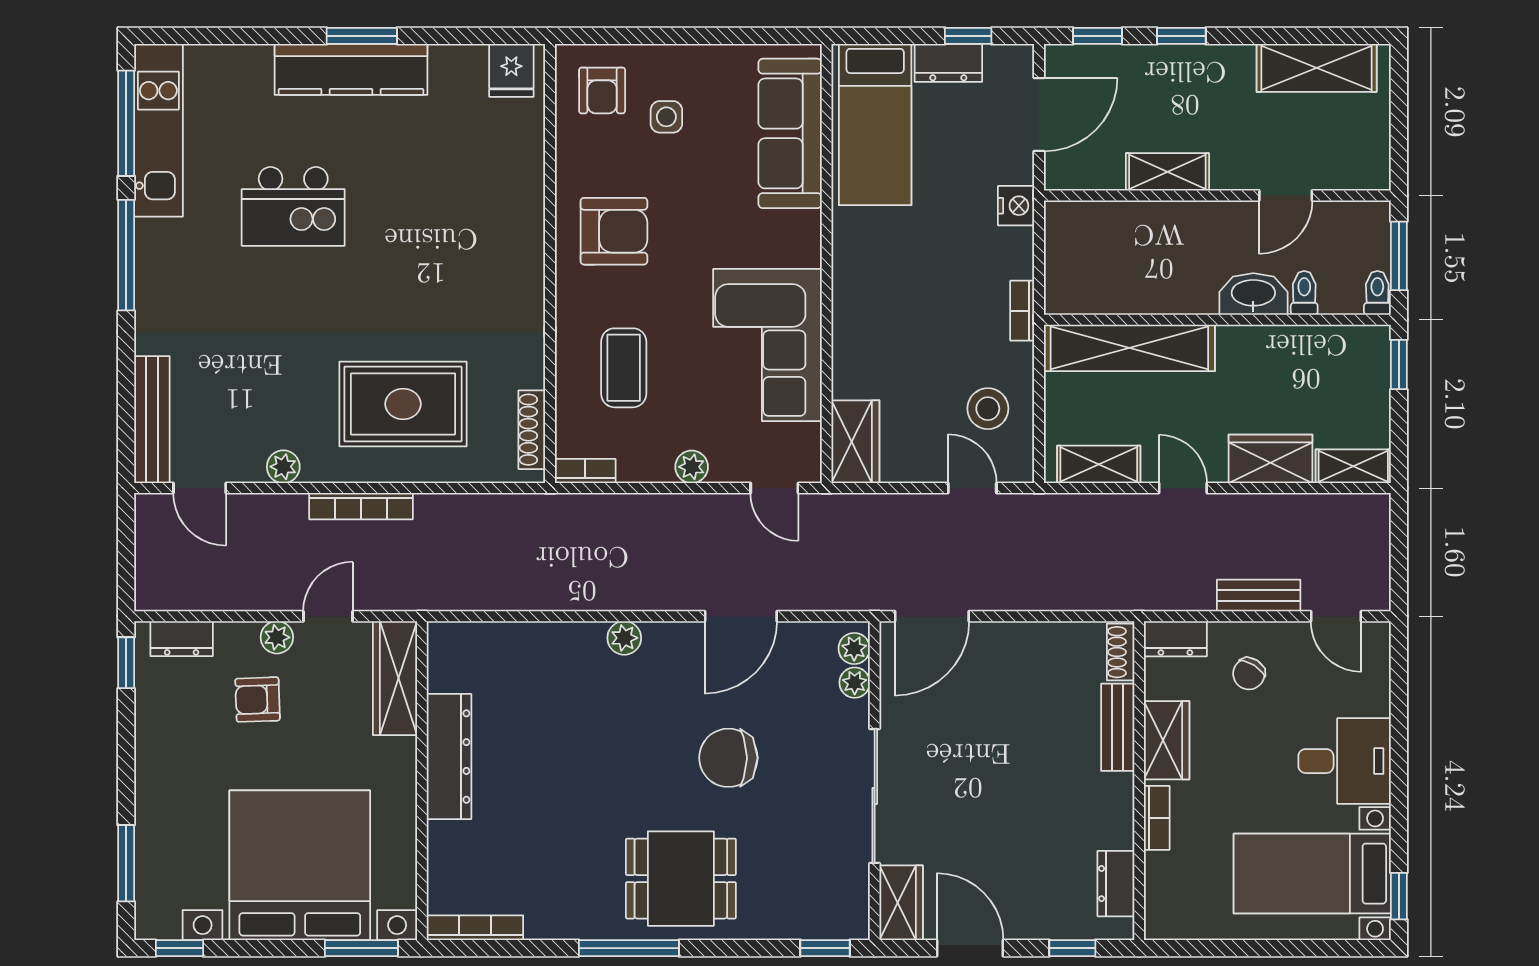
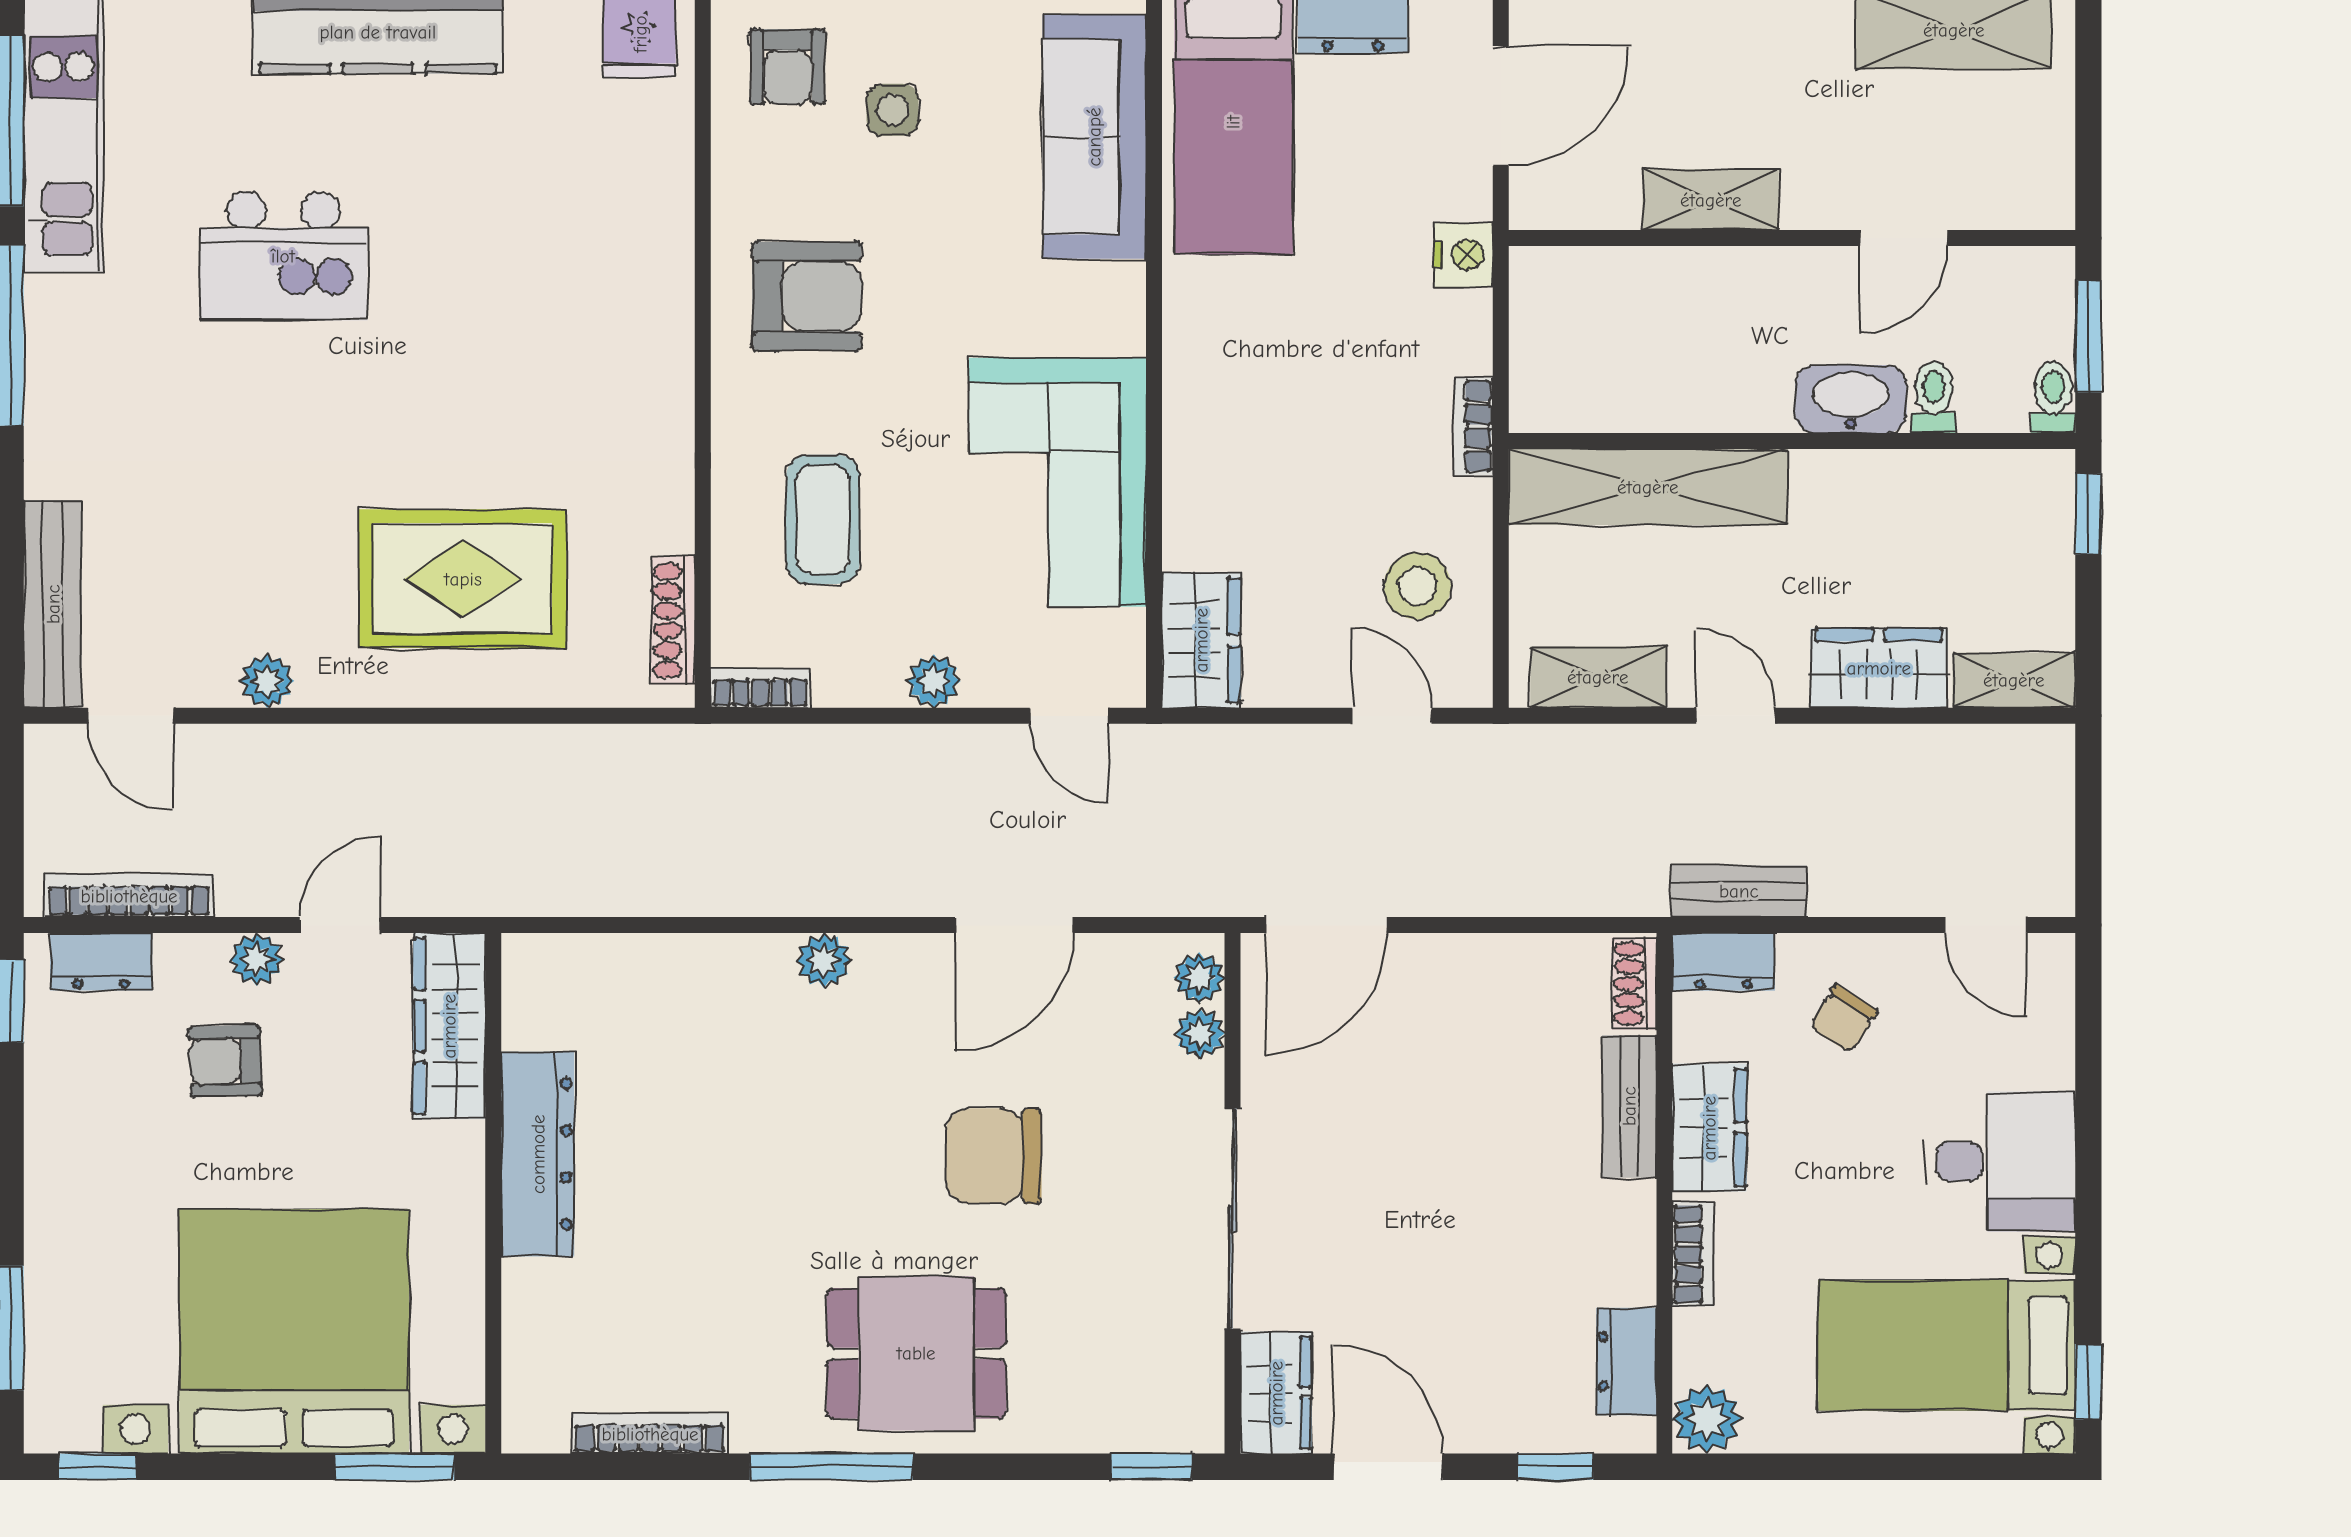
bookcase: (361, 506) -> (129, 896), moved, turned 180
bench: (1259, 596) -> (1739, 891), moved
plant: (1165, 919) -> (1707, 1419), added
bookcase: (475, 928) -> (650, 1434), moved

